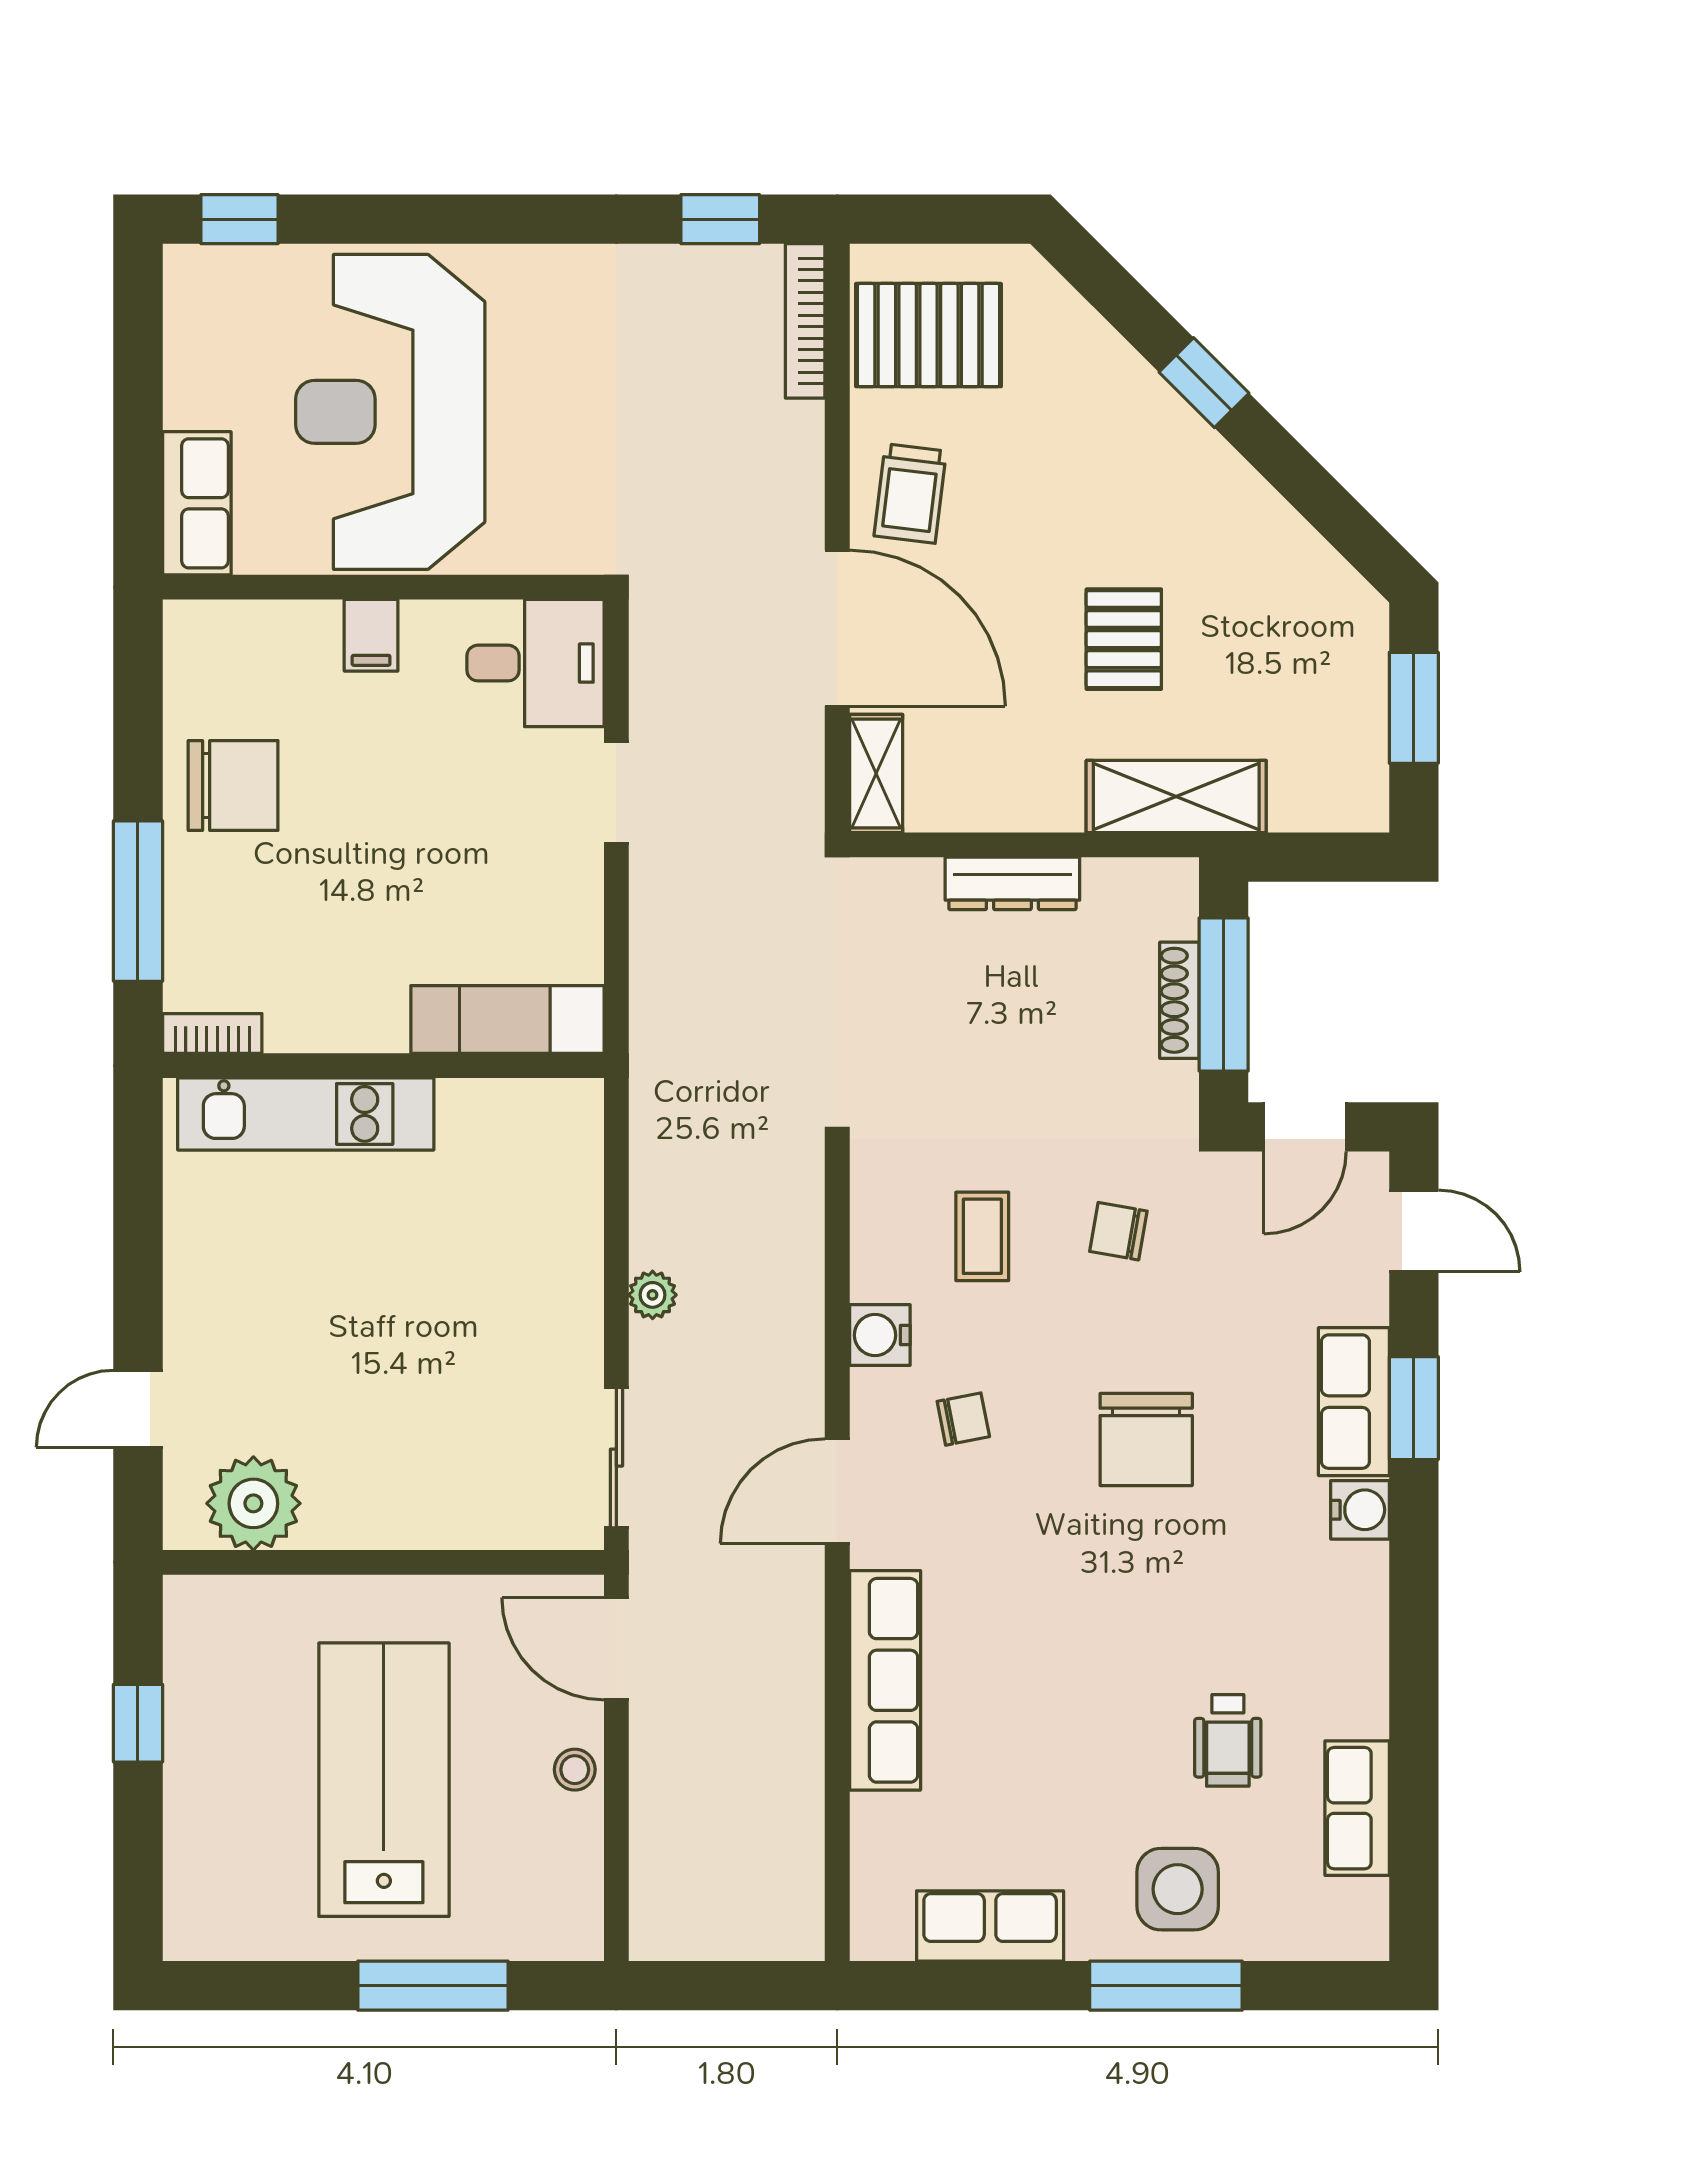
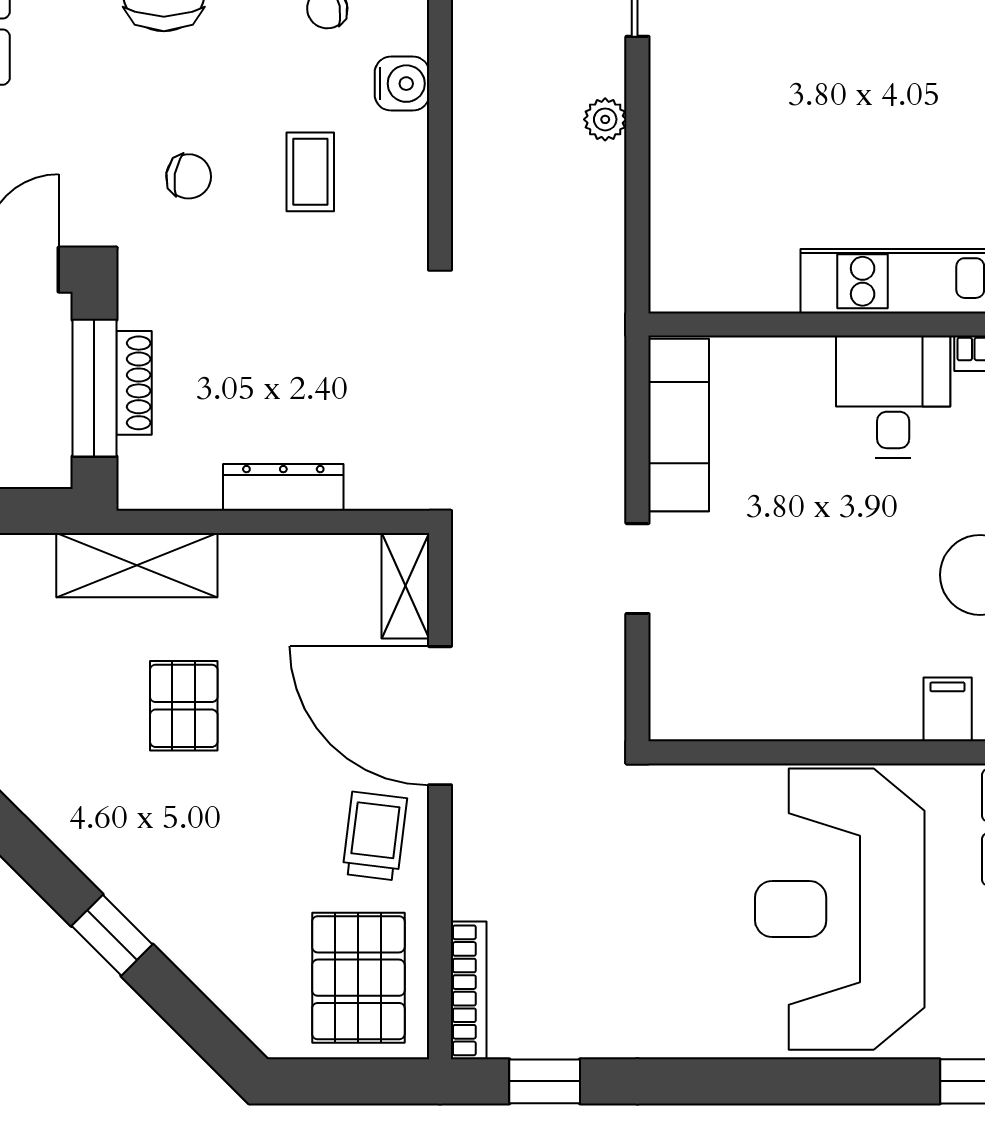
pallet: (928, 335) -> (358, 978), turned 90
reception desk: (390, 412) -> (840, 909), turned 180
filing cabinet: (371, 635) -> (948, 709), moved
desk: (536, 663) -> (893, 397), moved, turned 90
exam couch: (508, 1019) -> (679, 425), moved, turned -90

